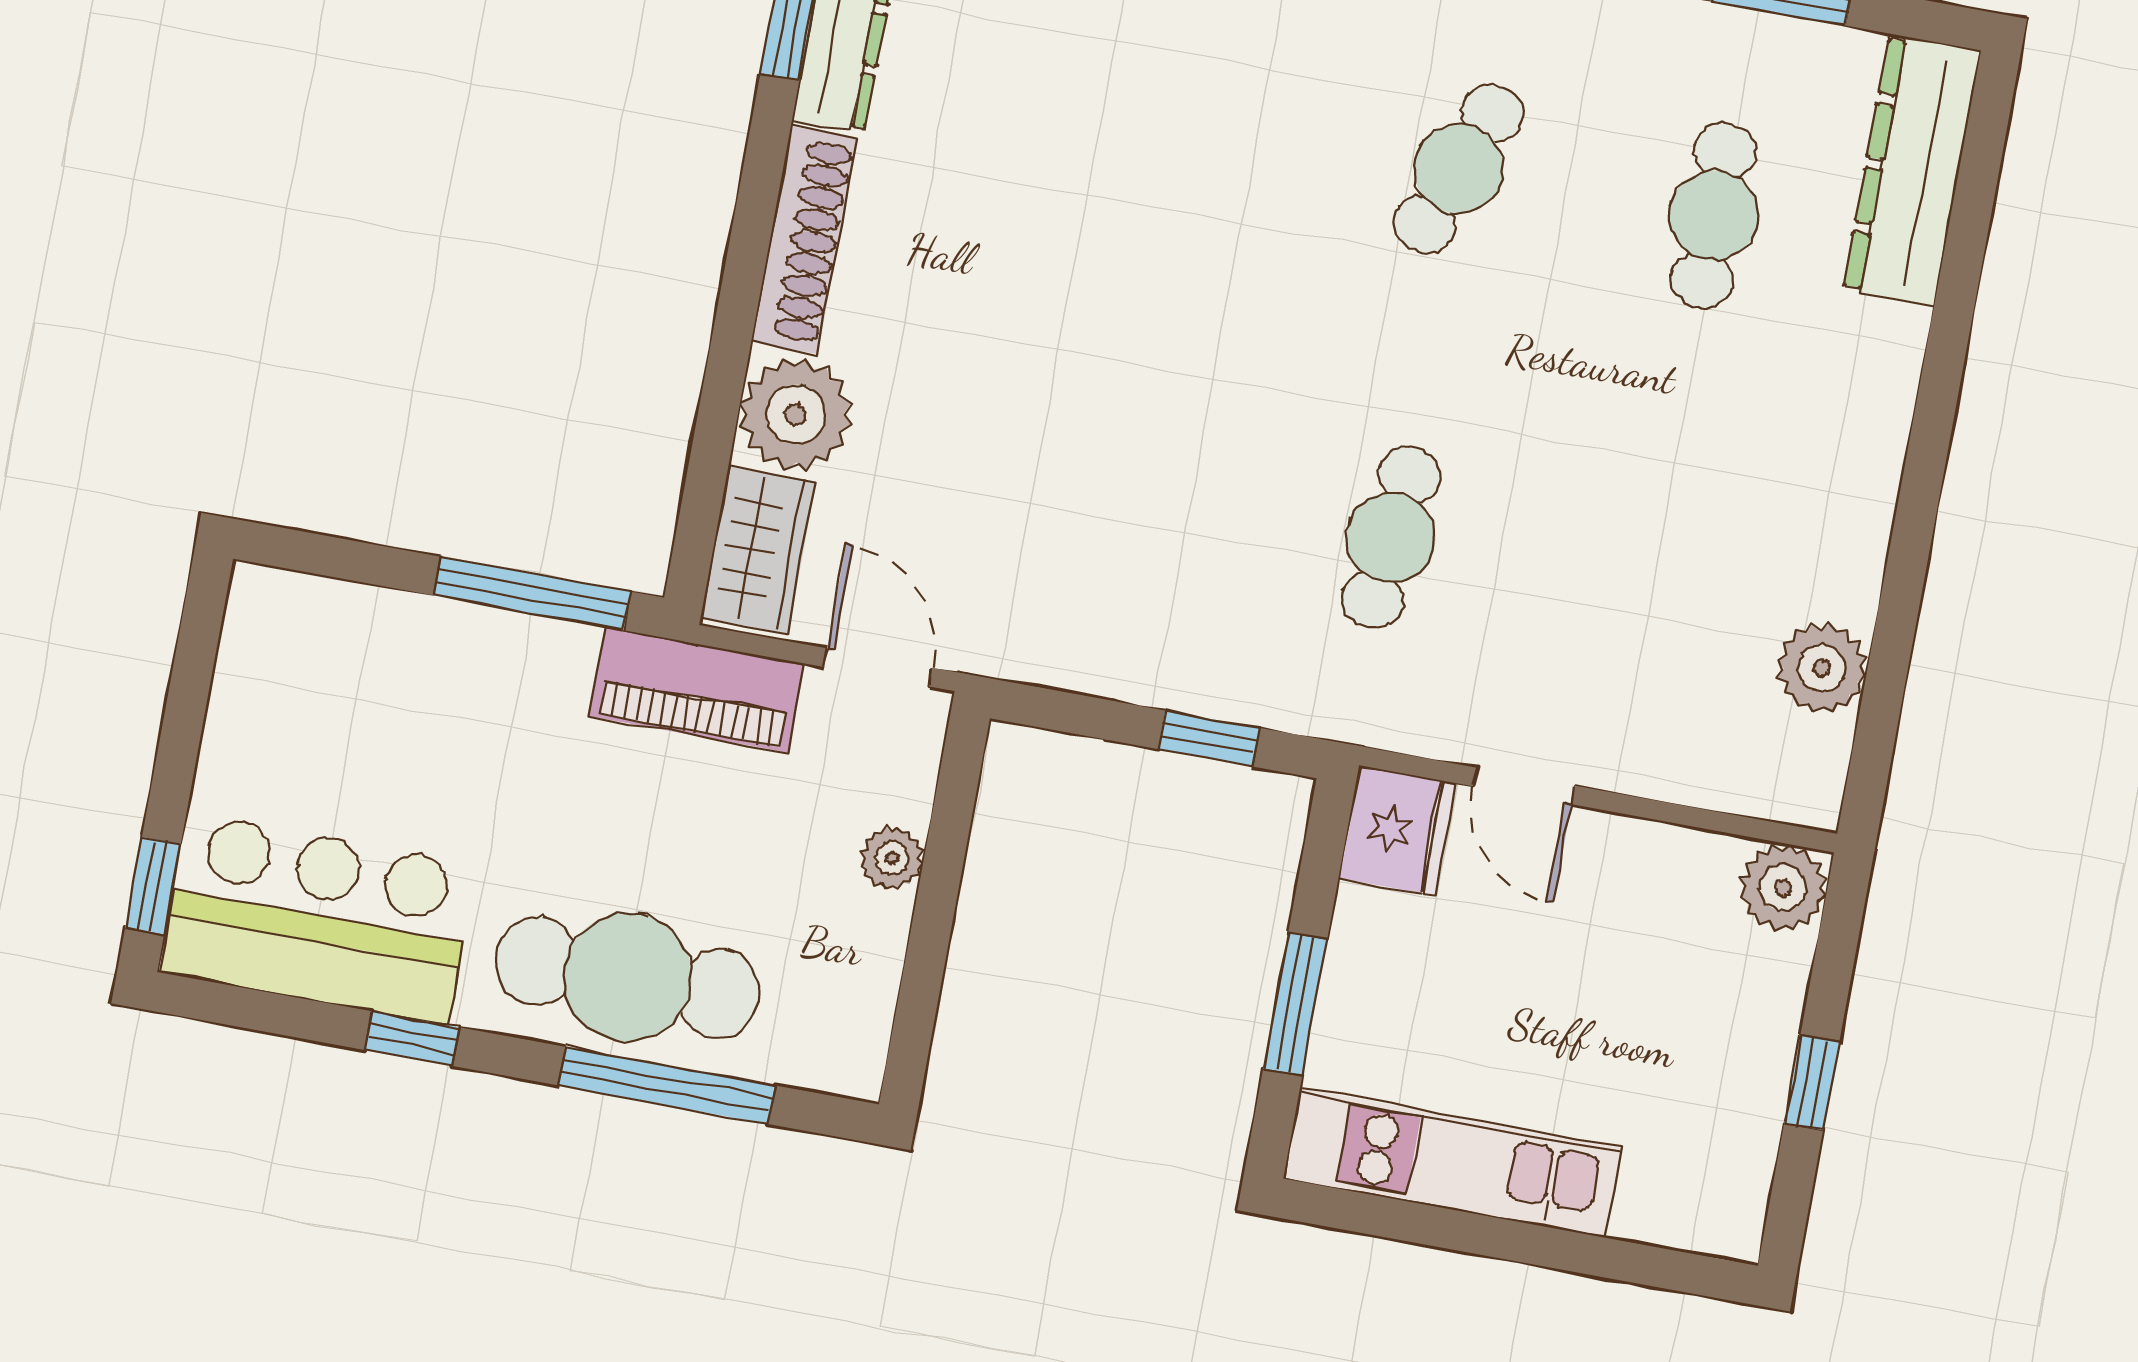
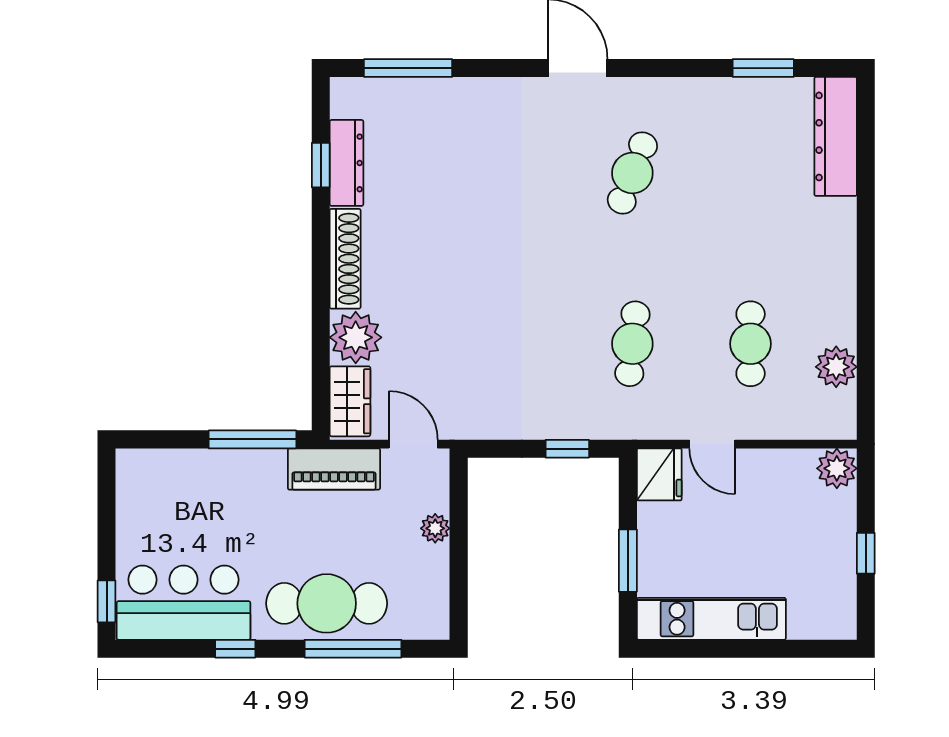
cafe table: (1714, 216) -> (751, 344), moved

